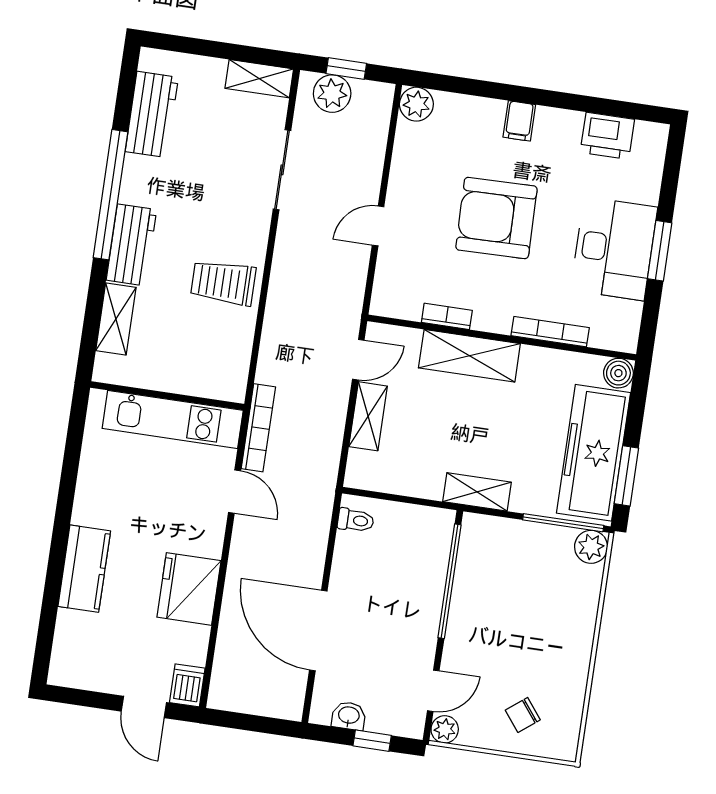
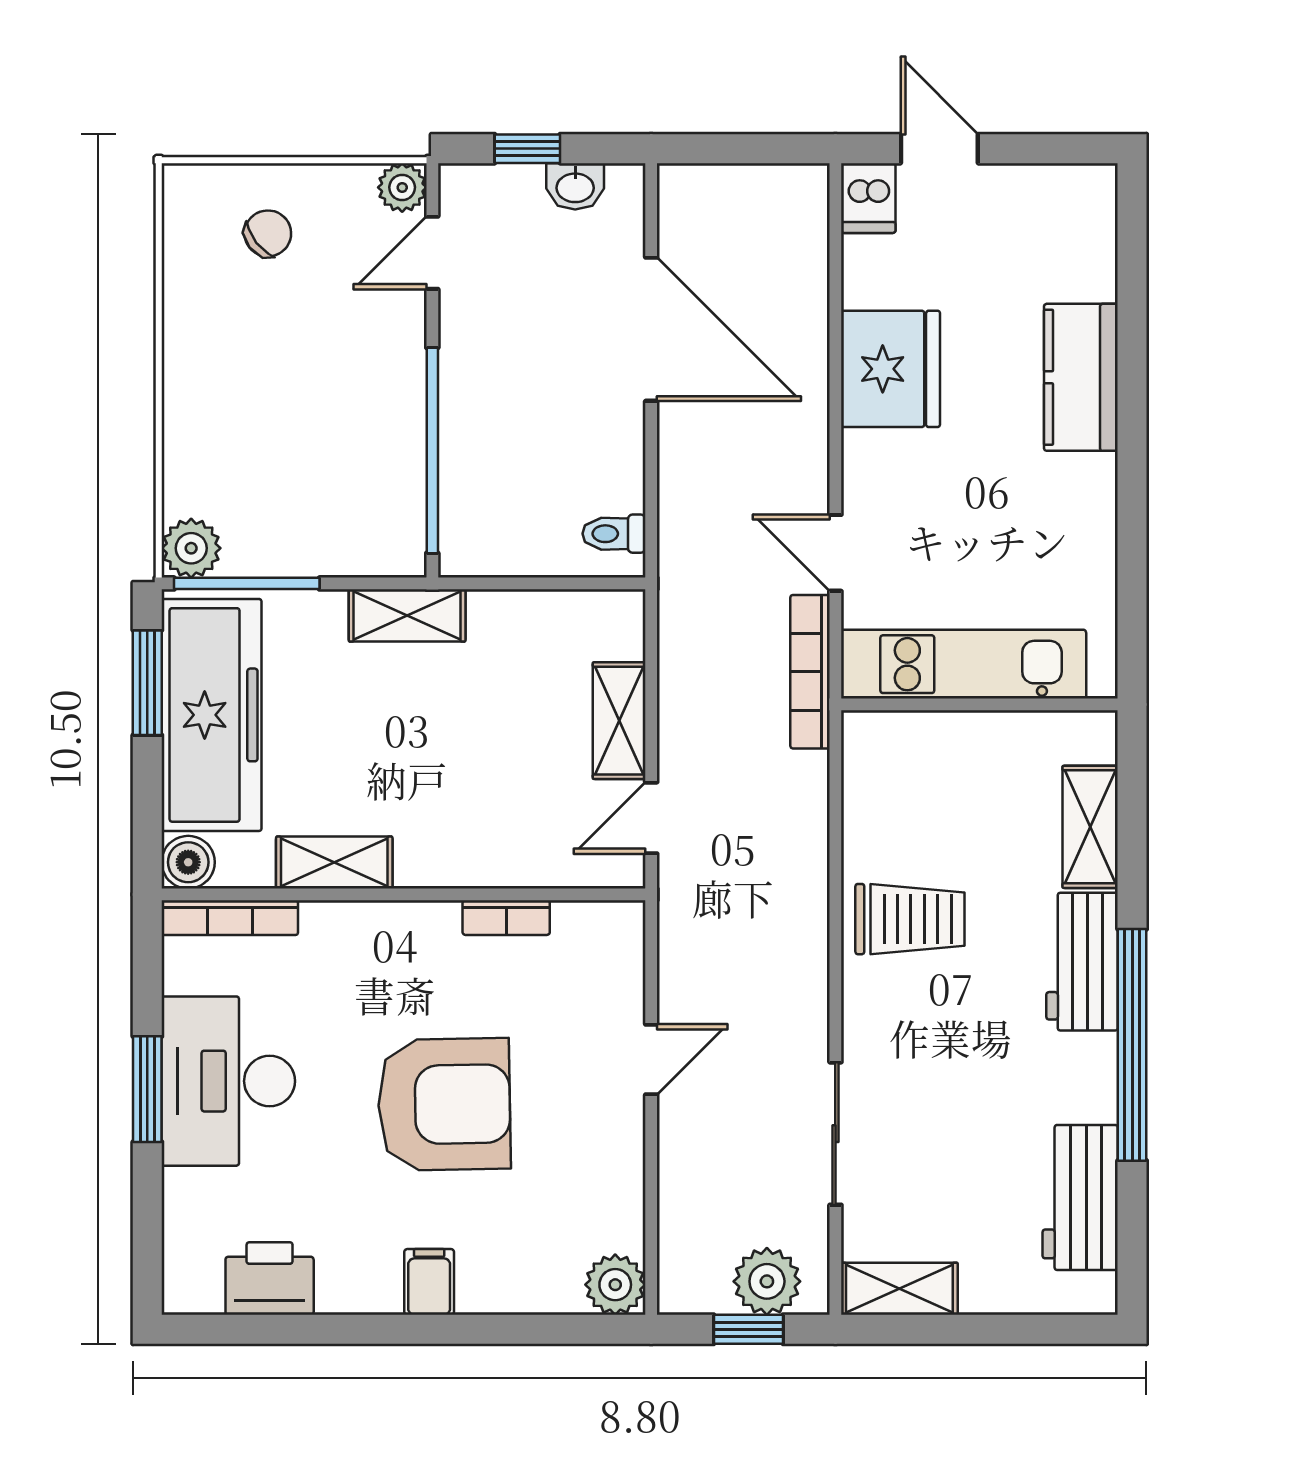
bookcase: (550, 332) -> (230, 918), moved
shelving: (469, 356) -> (334, 863), moved, width x0.67, depth x0.75

